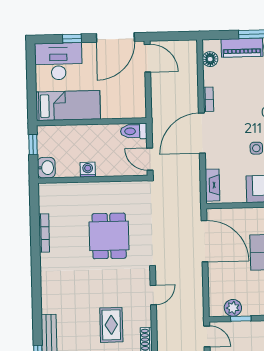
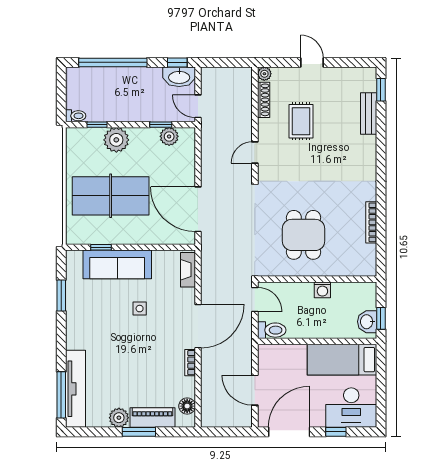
door: (147, 58) -> (255, 390), moved
washbasin: (46, 168) -> (367, 322), moved
dining table: (109, 236) -> (304, 235), moved

